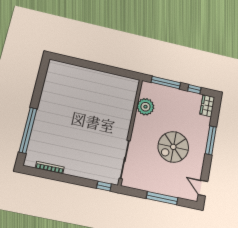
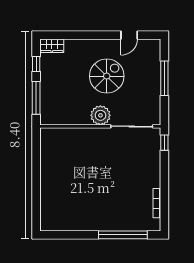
plant: (145, 107) -> (100, 115), moved
window: (211, 140) -> (90, 35), removed
spiral stairs: (173, 147) -> (107, 76), turned -90
door: (203, 188) -> (129, 35), moved

